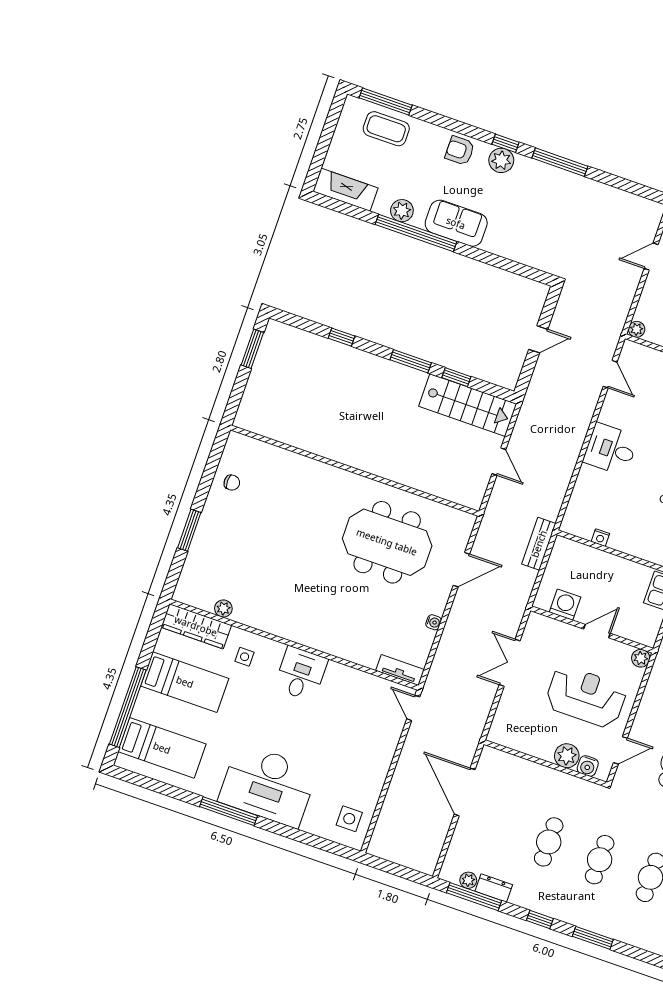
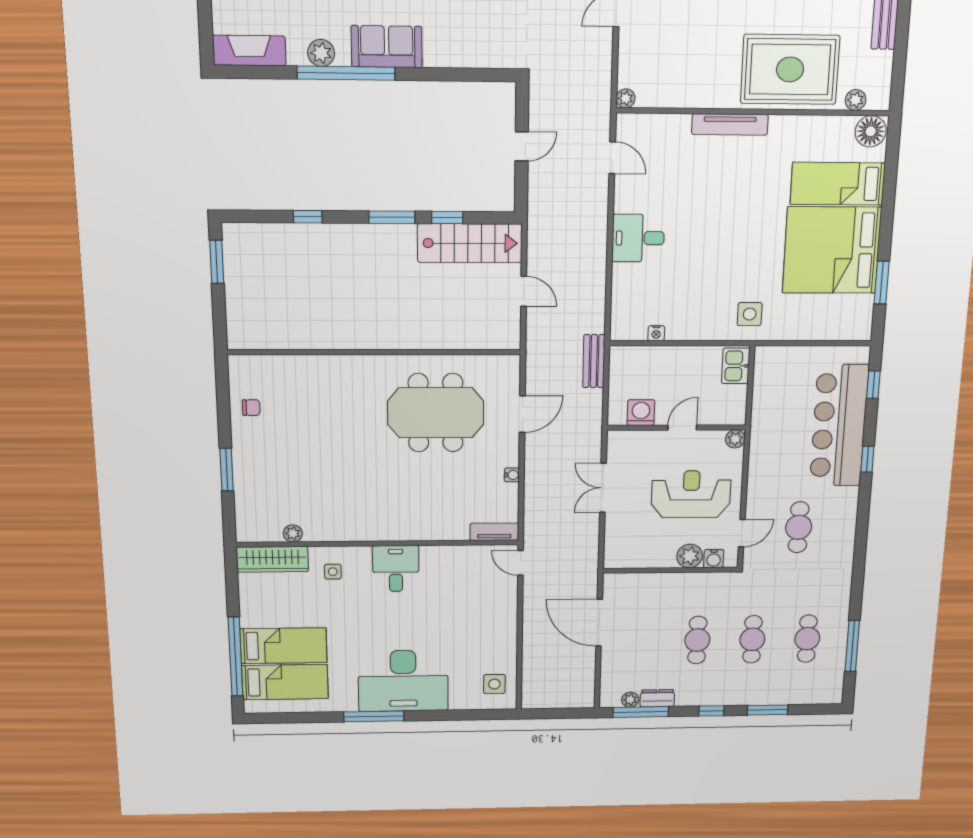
bed: (185, 682) -> (284, 646), moved

